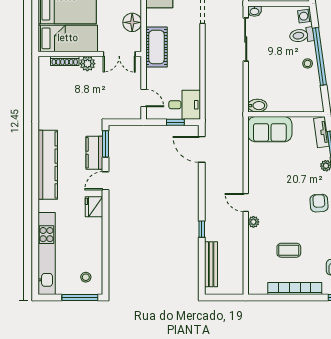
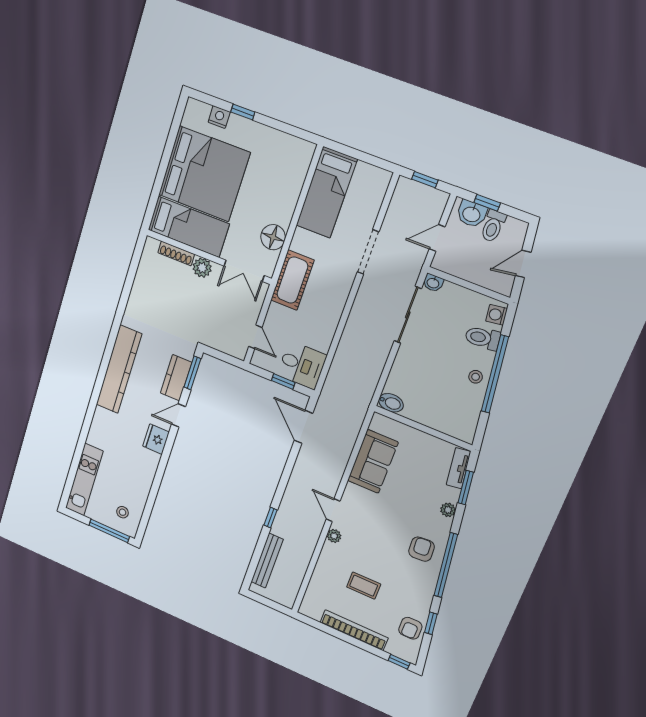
sofa: (270, 129) -> (373, 461), moved, turned -90
kitchen unit: (47, 254) -> (84, 480), width x0.73

